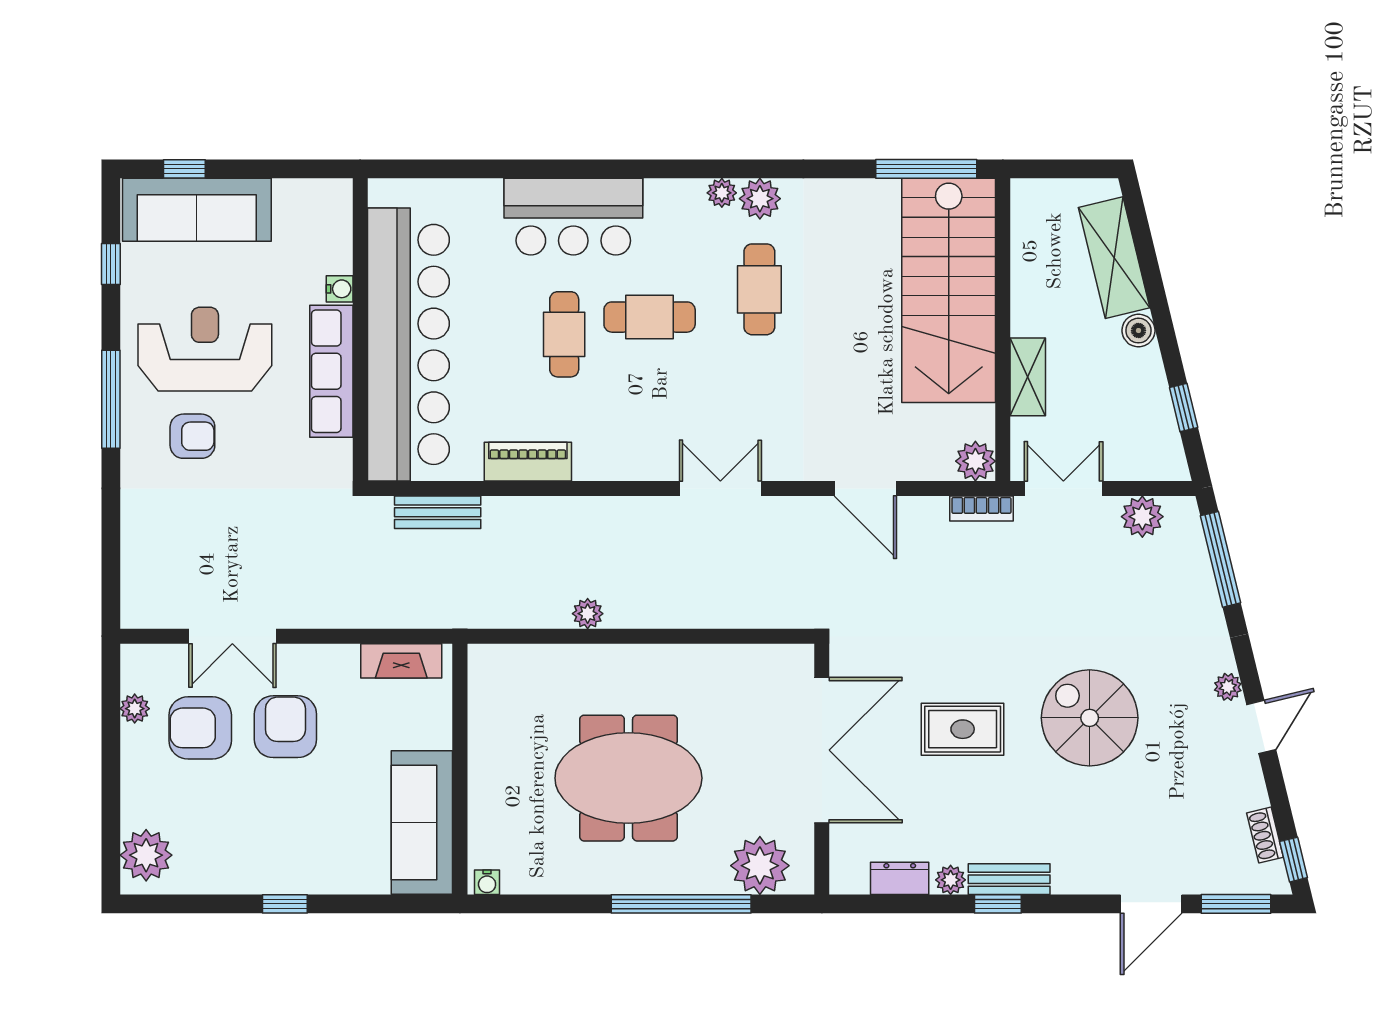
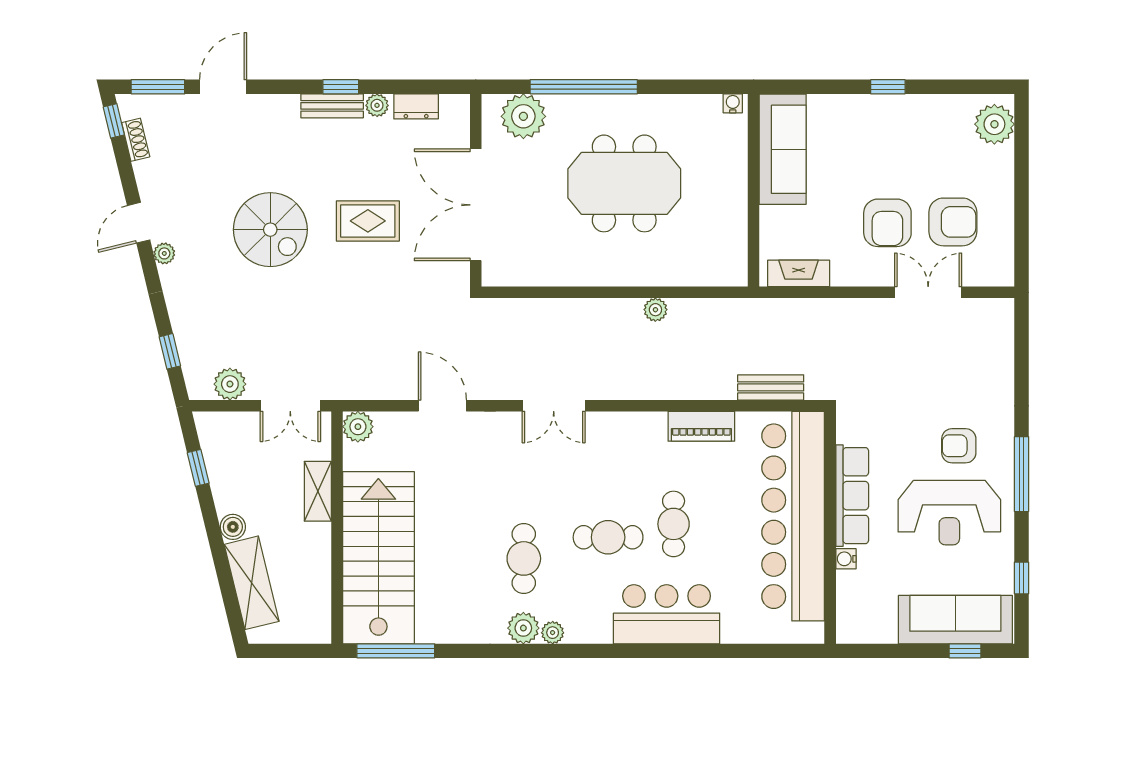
bookcase: (981, 508) -> (353, 390), removed
window: (1221, 559) -> (170, 351), width x0.46
plant: (135, 709) -> (1003, 237), removed

